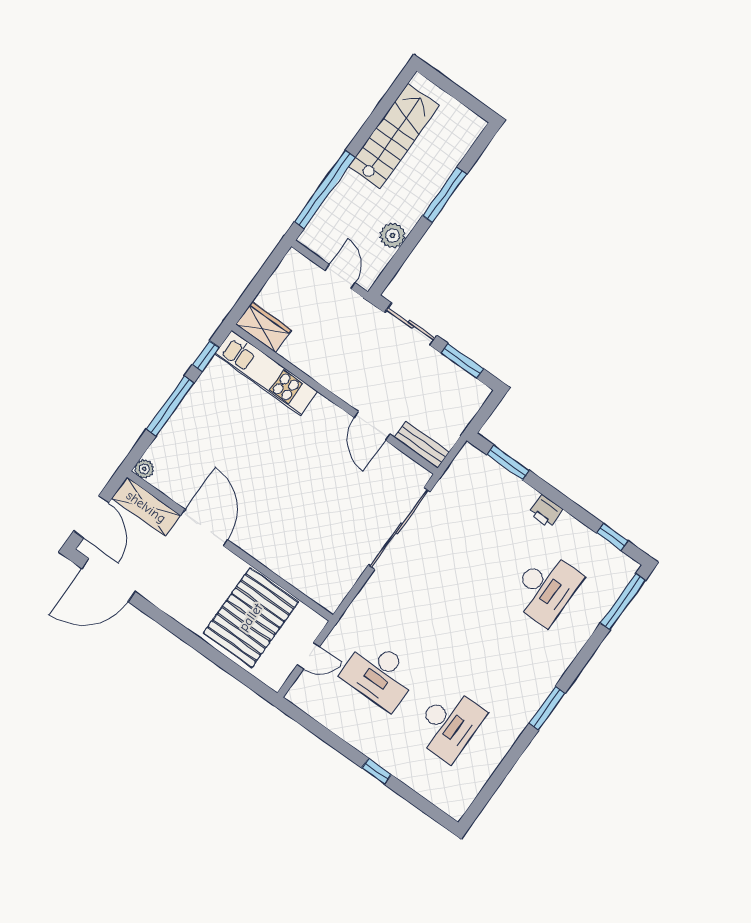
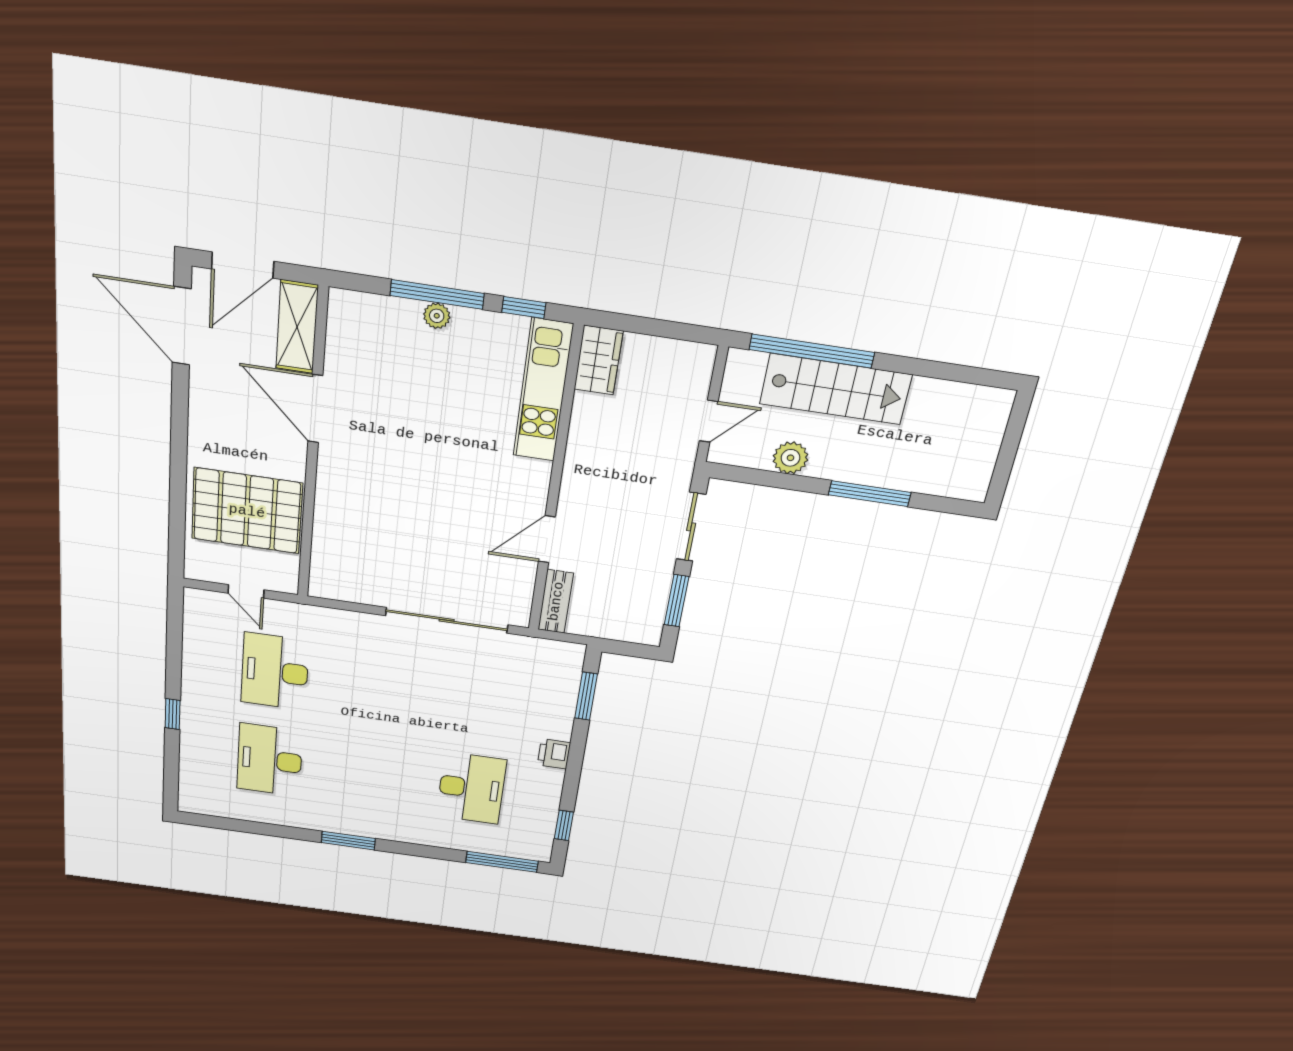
stairs: (394, 136) -> (836, 389), moved
plant: (144, 469) -> (437, 316), moved
door: (204, 528) -> (315, 409), swing flipped
desk: (546, 588) -> (471, 788), turned -90
desk: (449, 724) -> (270, 760), turned 90

